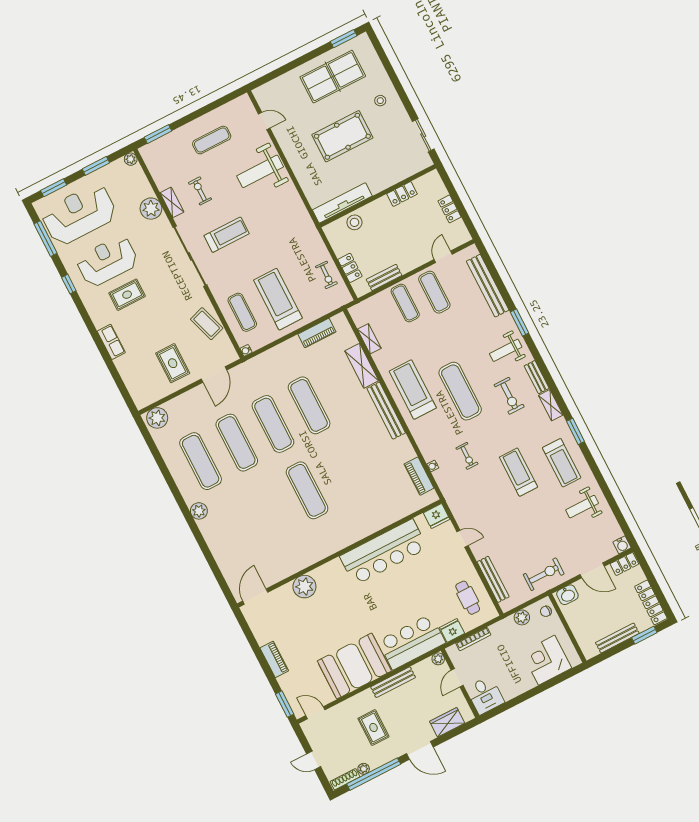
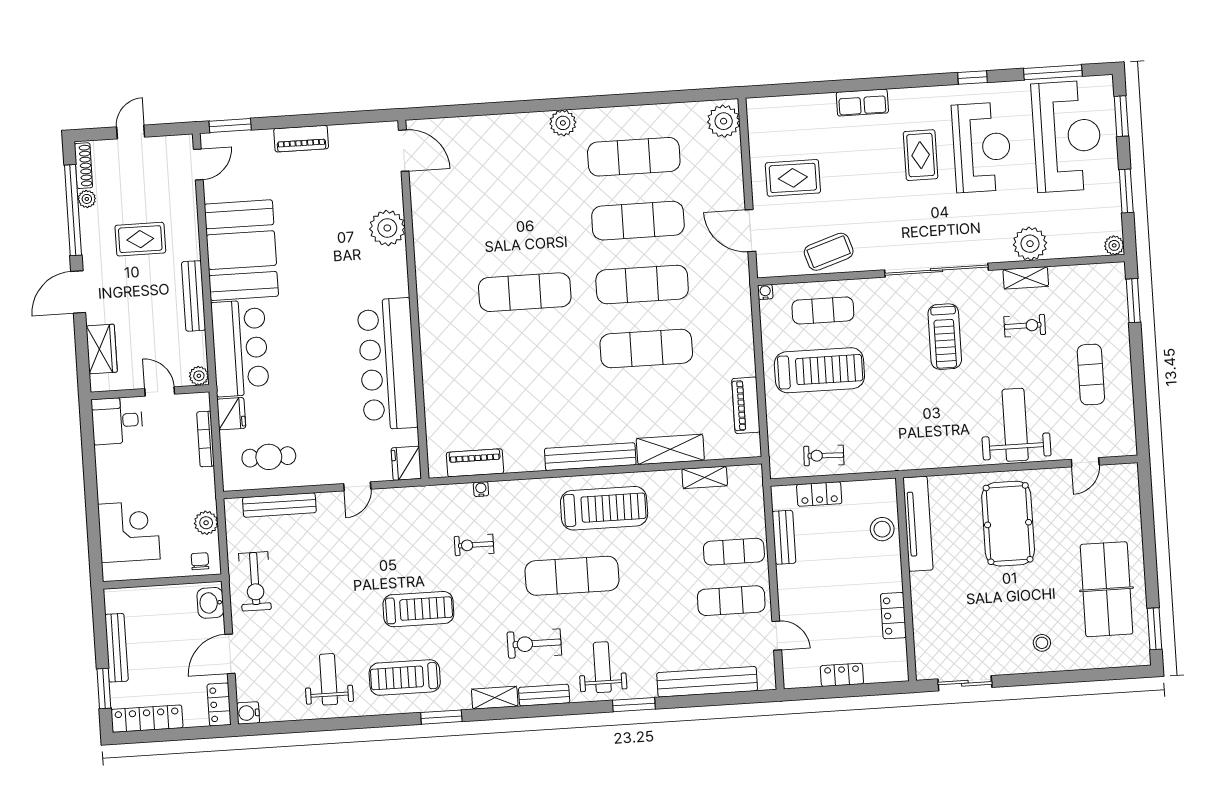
pool table: (342, 136) -> (1008, 524), moved

